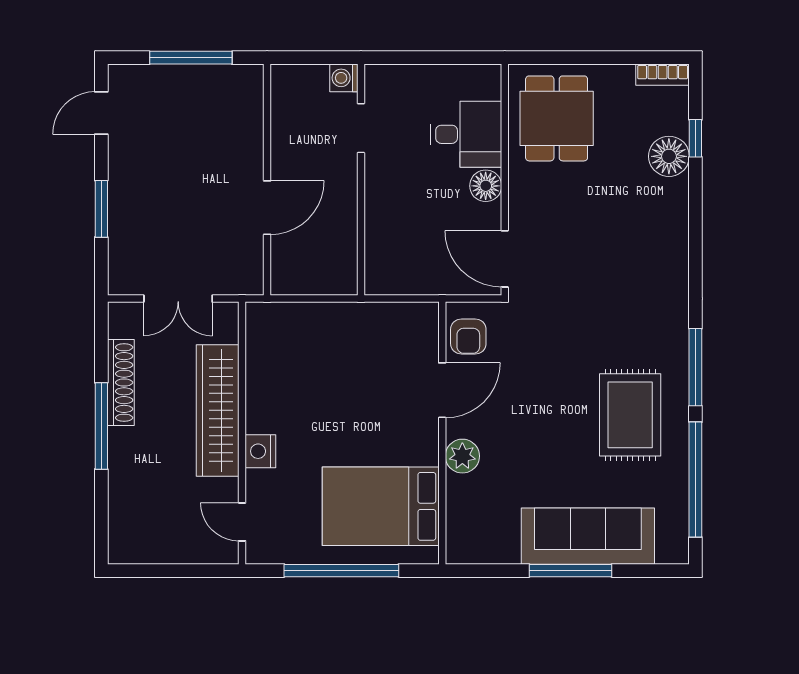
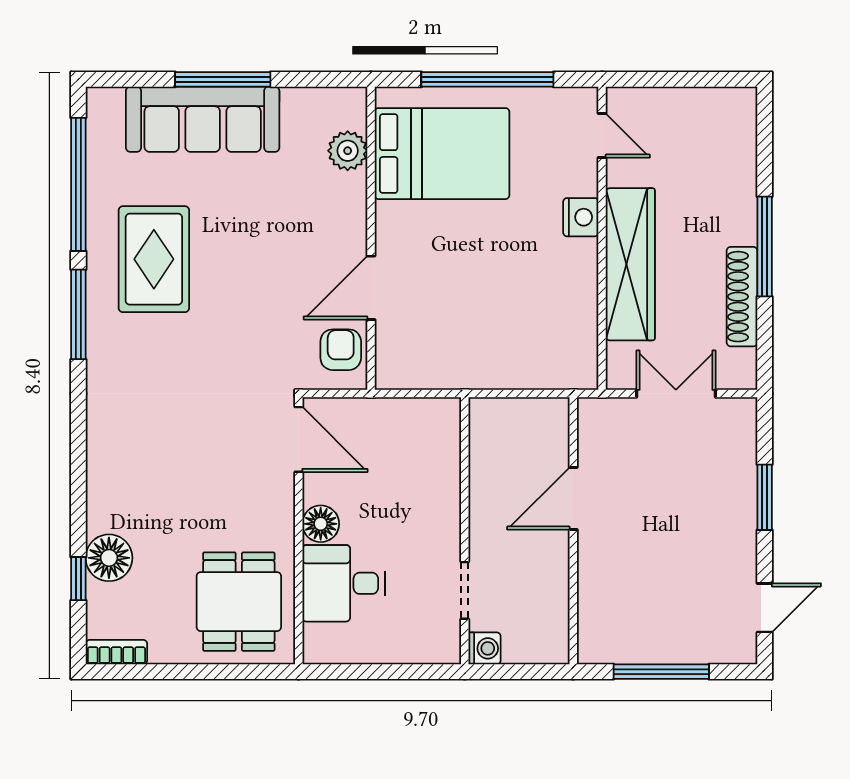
plant: (462, 456) -> (348, 151), moved

